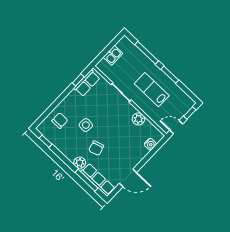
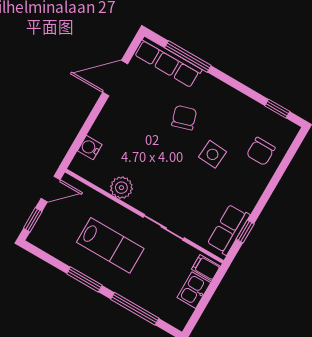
filing cabinet: (104, 66) -> (206, 268), added
plant: (80, 163) -> (208, 85), removed

